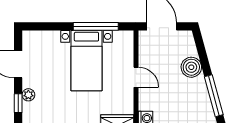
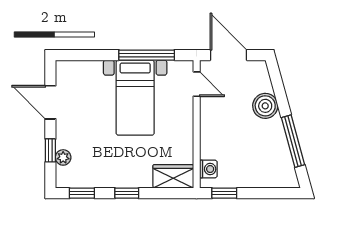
door: (136, 77) -> (197, 84), moved
plant: (28, 95) -> (63, 157), moved

